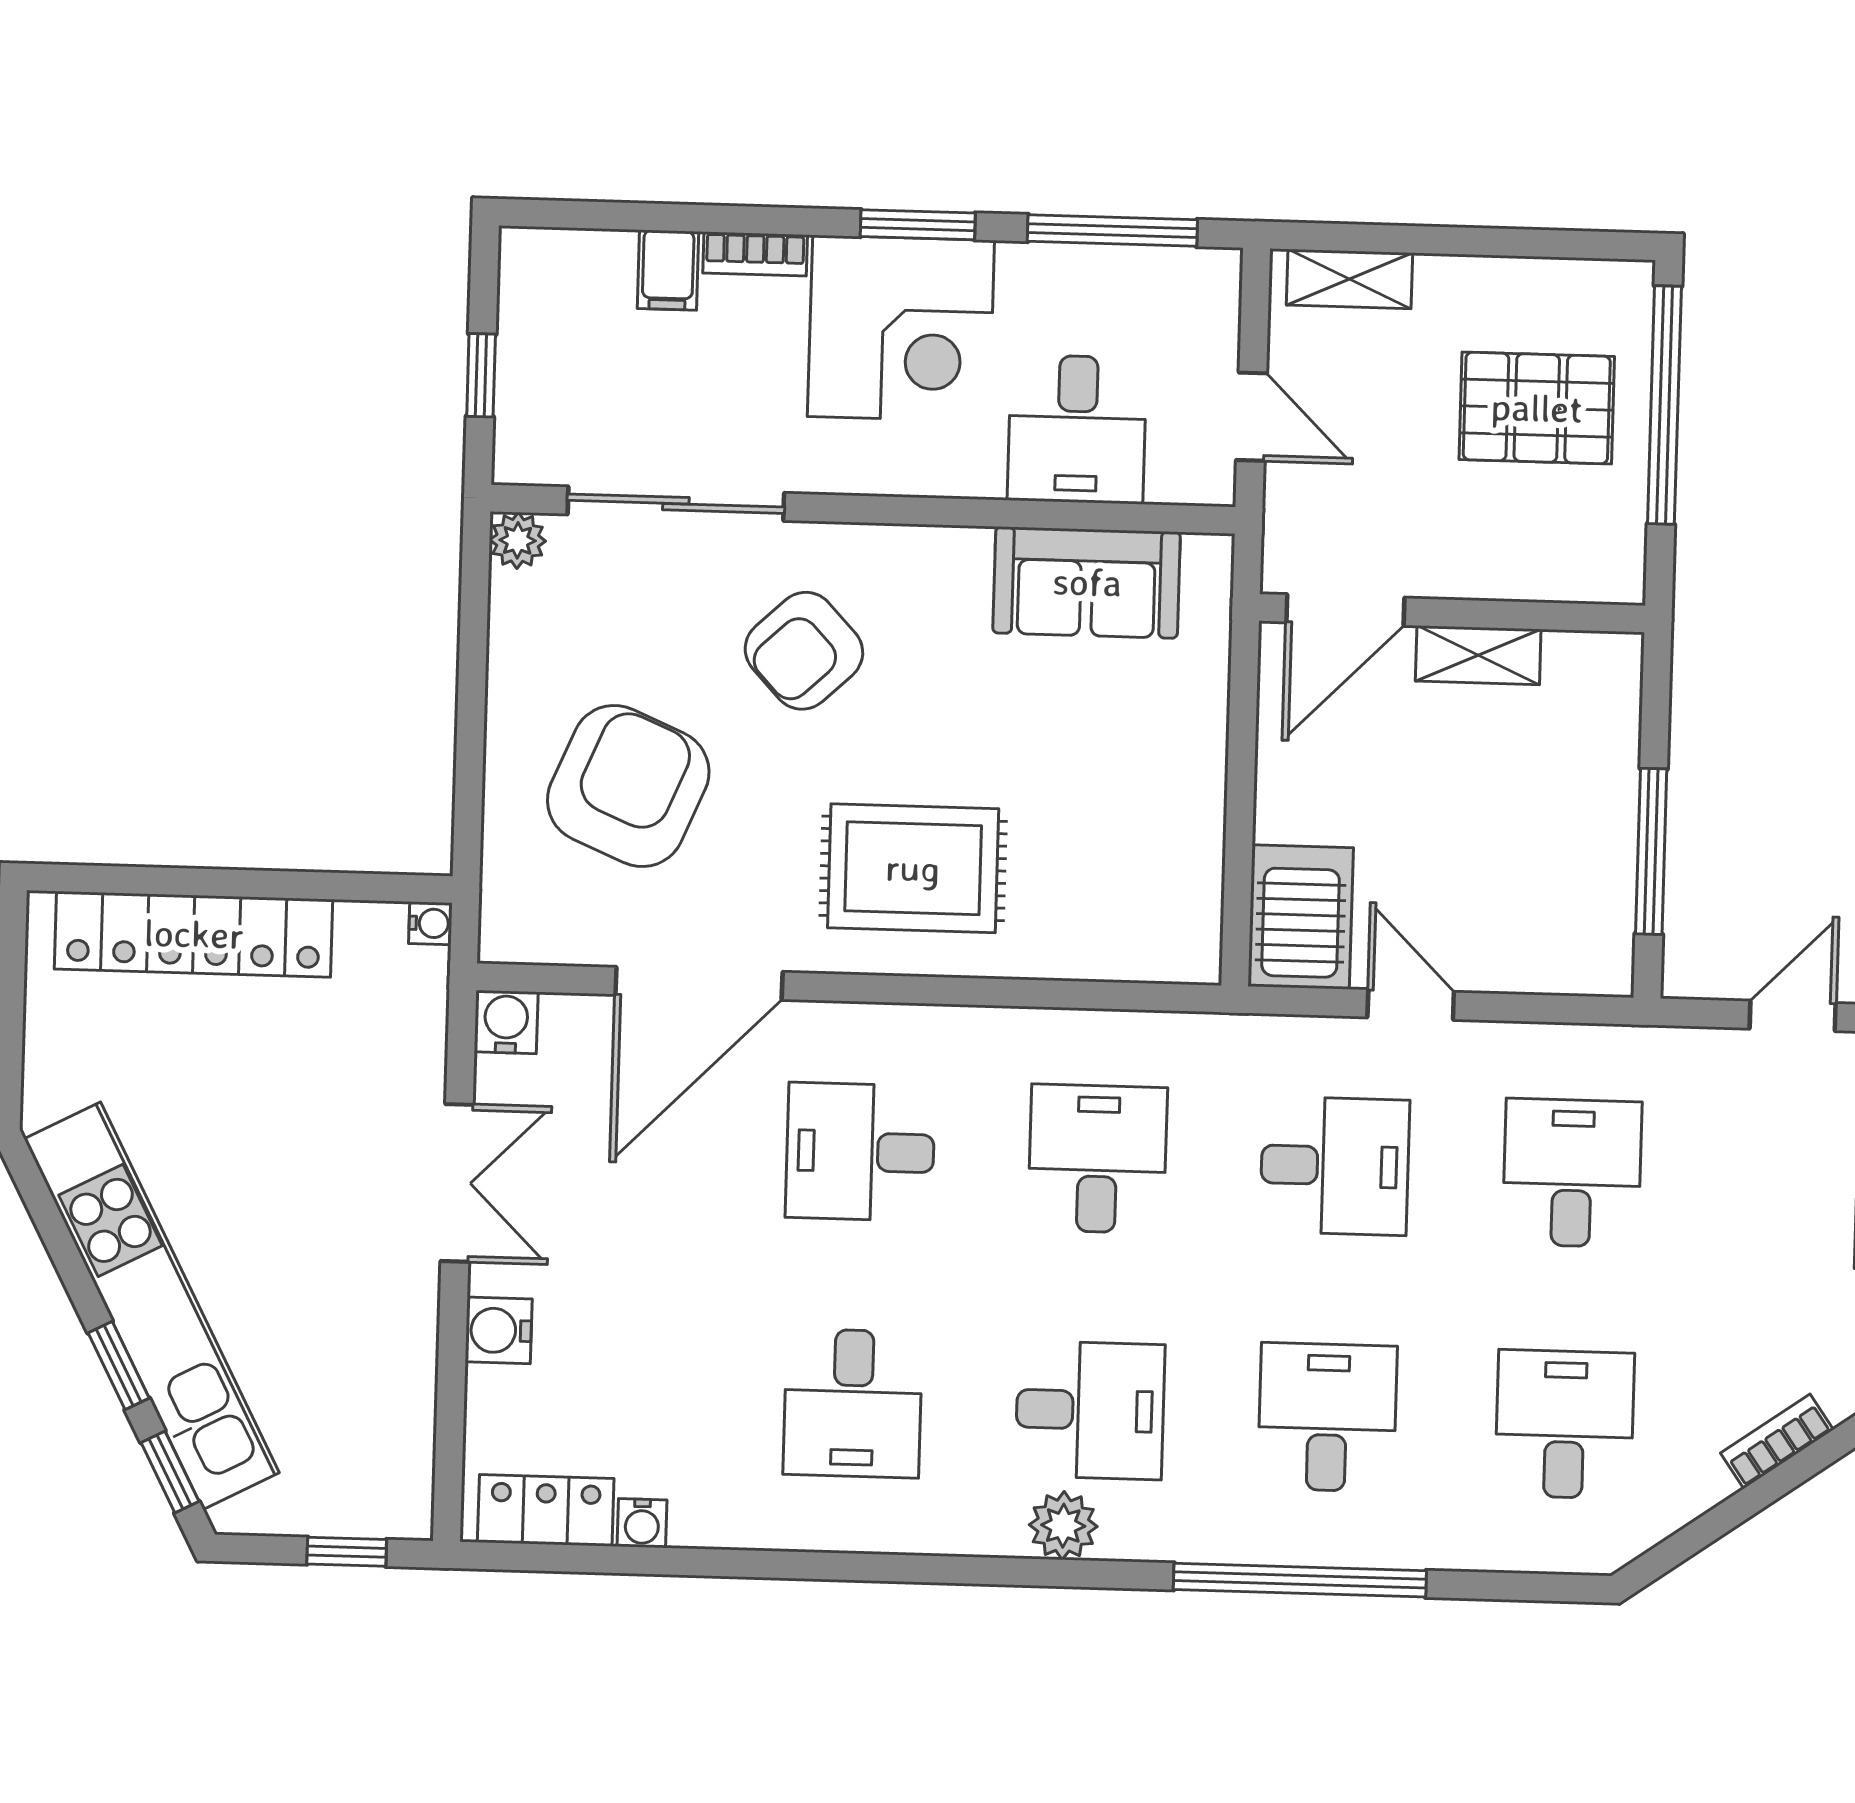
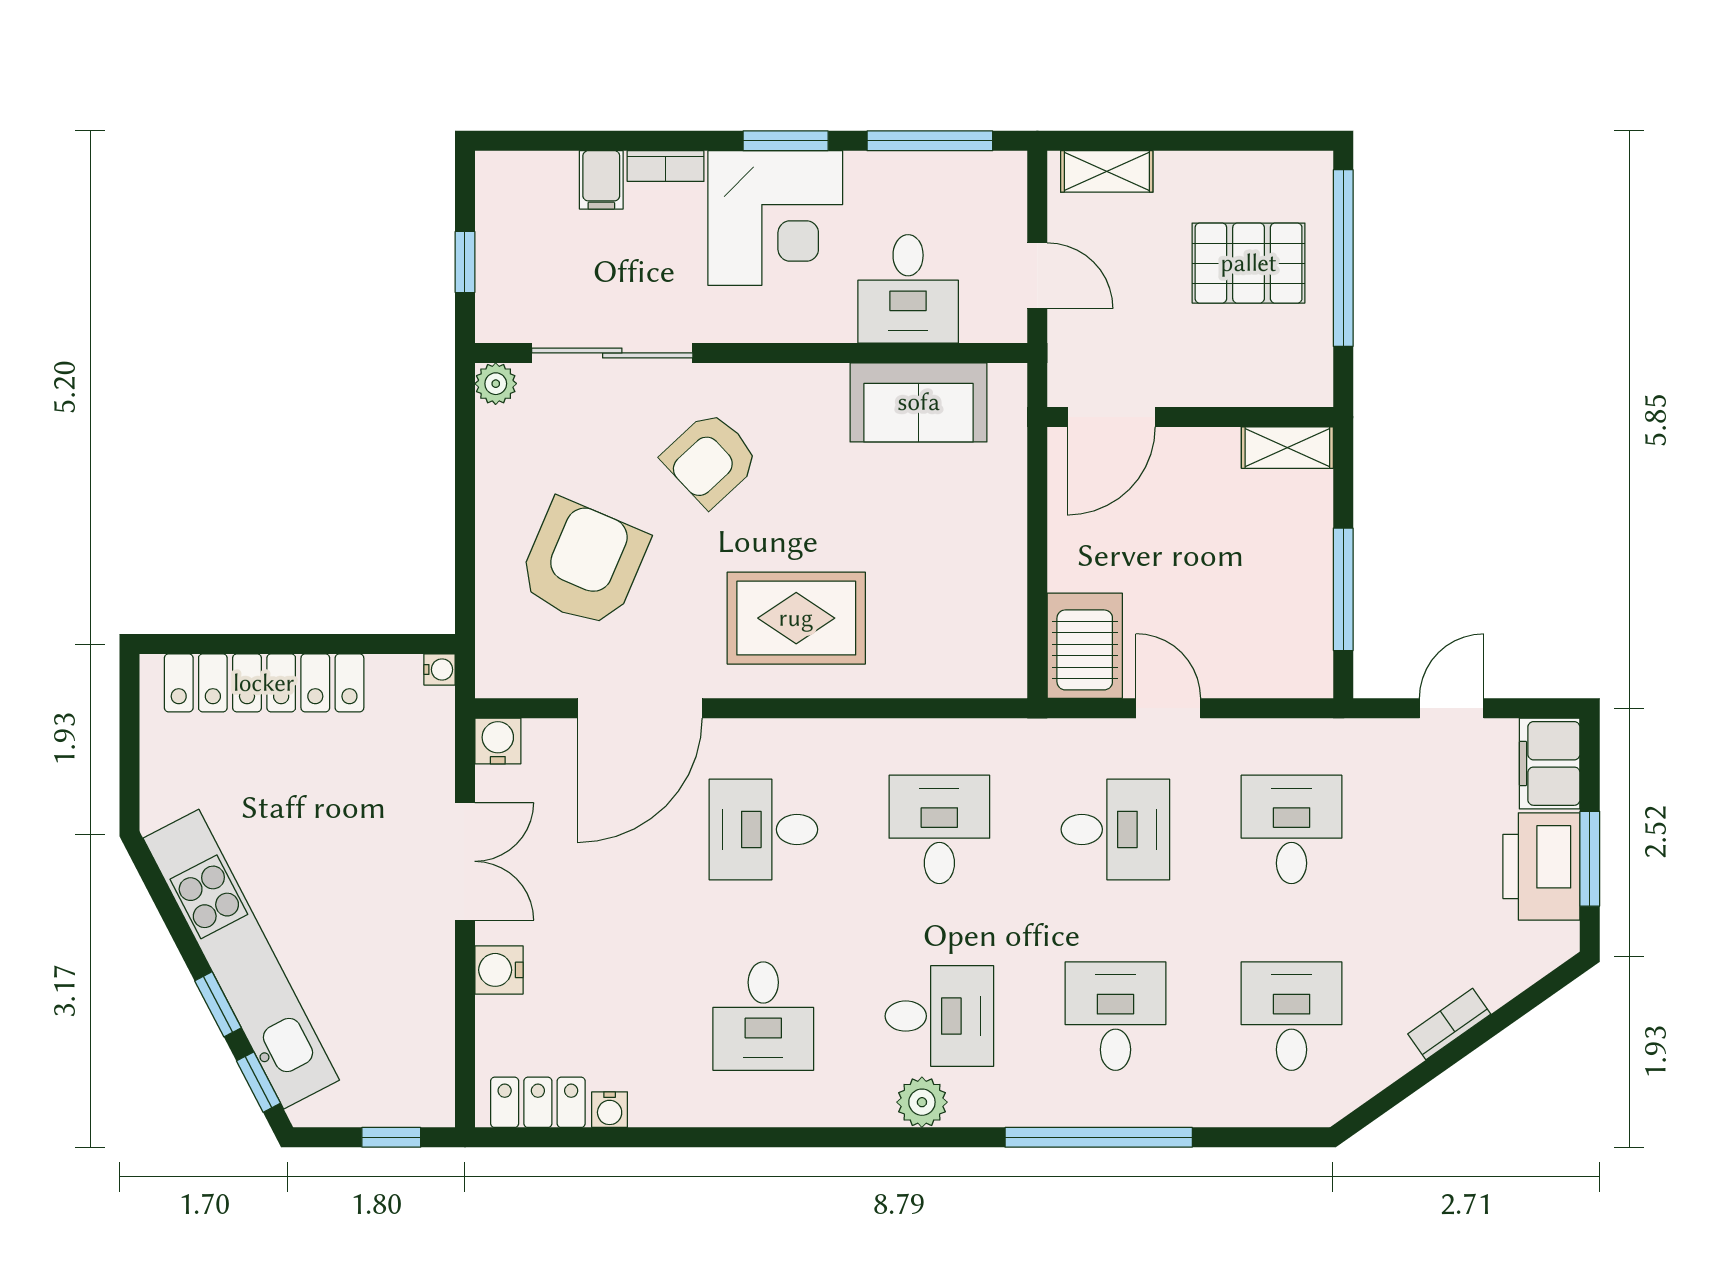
shelving: (1478, 655) -> (1287, 448), moved

